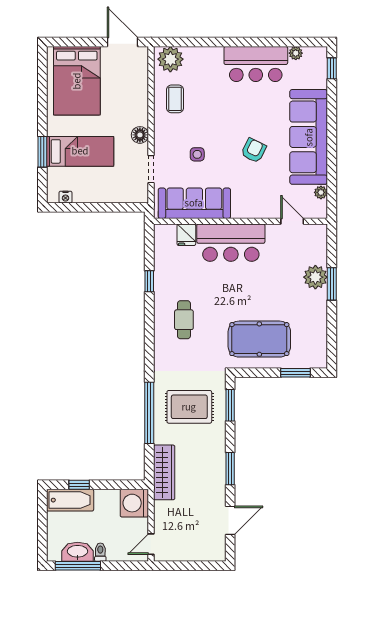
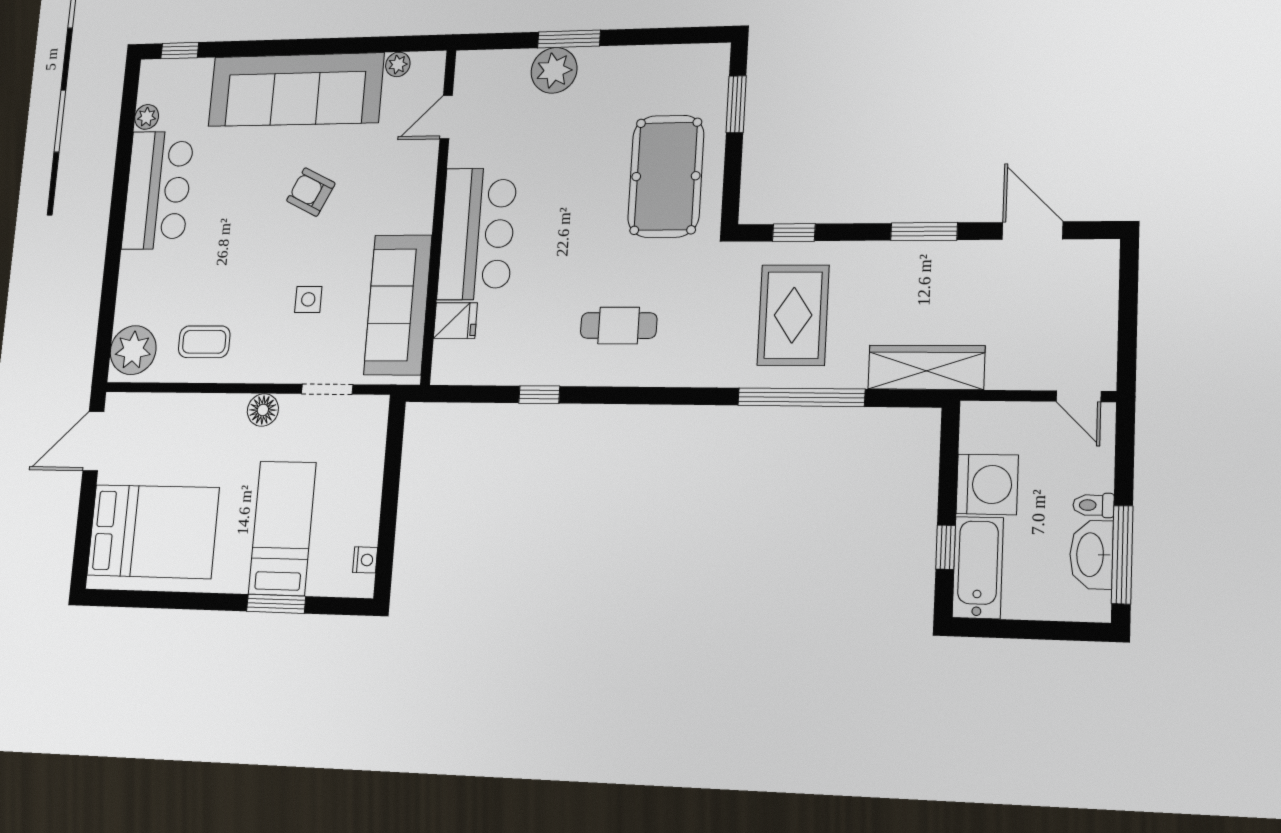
window: (230, 405) -> (794, 233), width x0.67
washing machine: (134, 503) -> (987, 484), moved, turned -90

